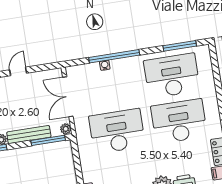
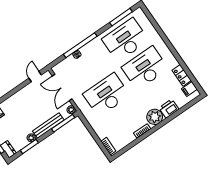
door: (18, 71) -> (35, 76), moved

